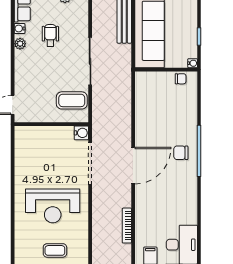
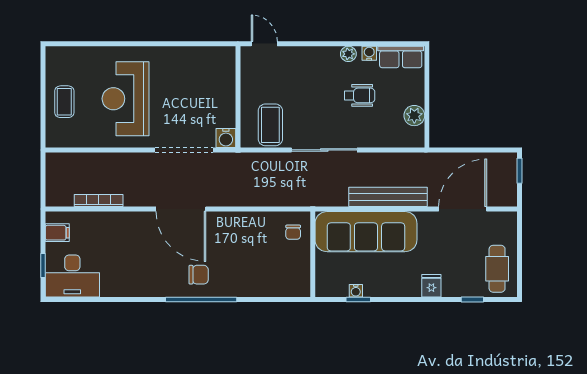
water cooler: (193, 63) -> (356, 291), moved
chair: (181, 79) -> (293, 232), moved
chair: (181, 153) -> (199, 275), turned 90

